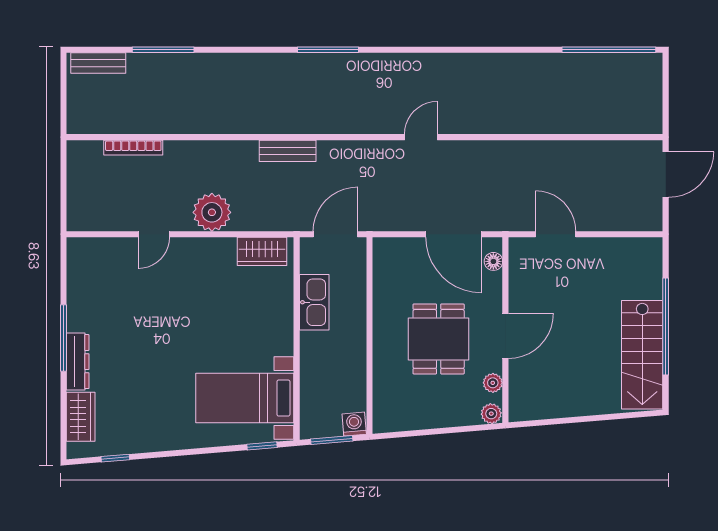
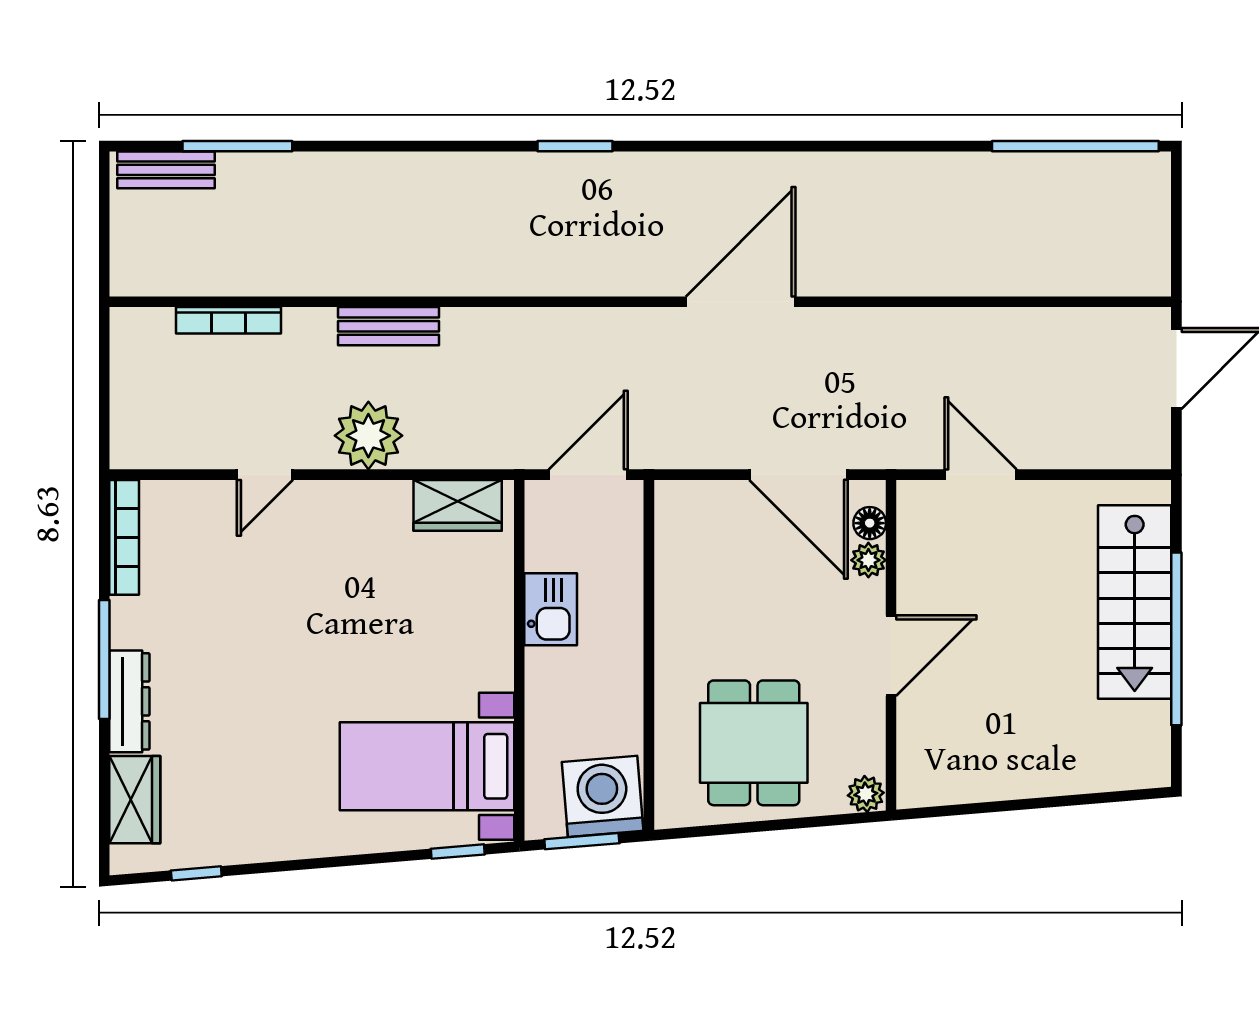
window: (163, 50) -> (237, 146), moved
window: (328, 50) -> (575, 146), width x0.69
door: (421, 137) -> (741, 302), width x1.88
bench: (288, 151) -> (388, 326), moved
bookcase: (75, 269) -> (124, 537), added
kitchen sink: (314, 302) -> (551, 609), width x0.73
dining table: (439, 339) -> (754, 743), moved
stairs: (642, 355) -> (1135, 602), moved
plant: (493, 383) -> (868, 560), moved
washing machine: (354, 424) -> (603, 796), width x1.89, depth x1.89

